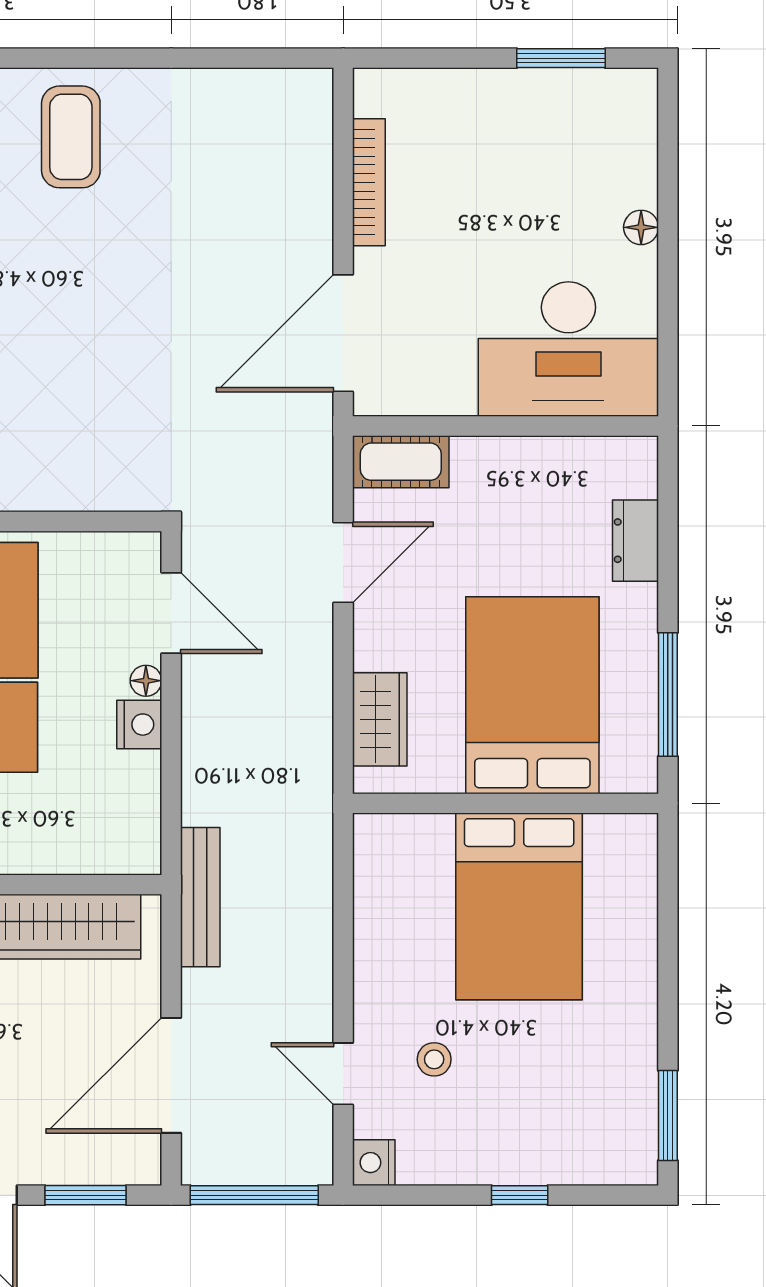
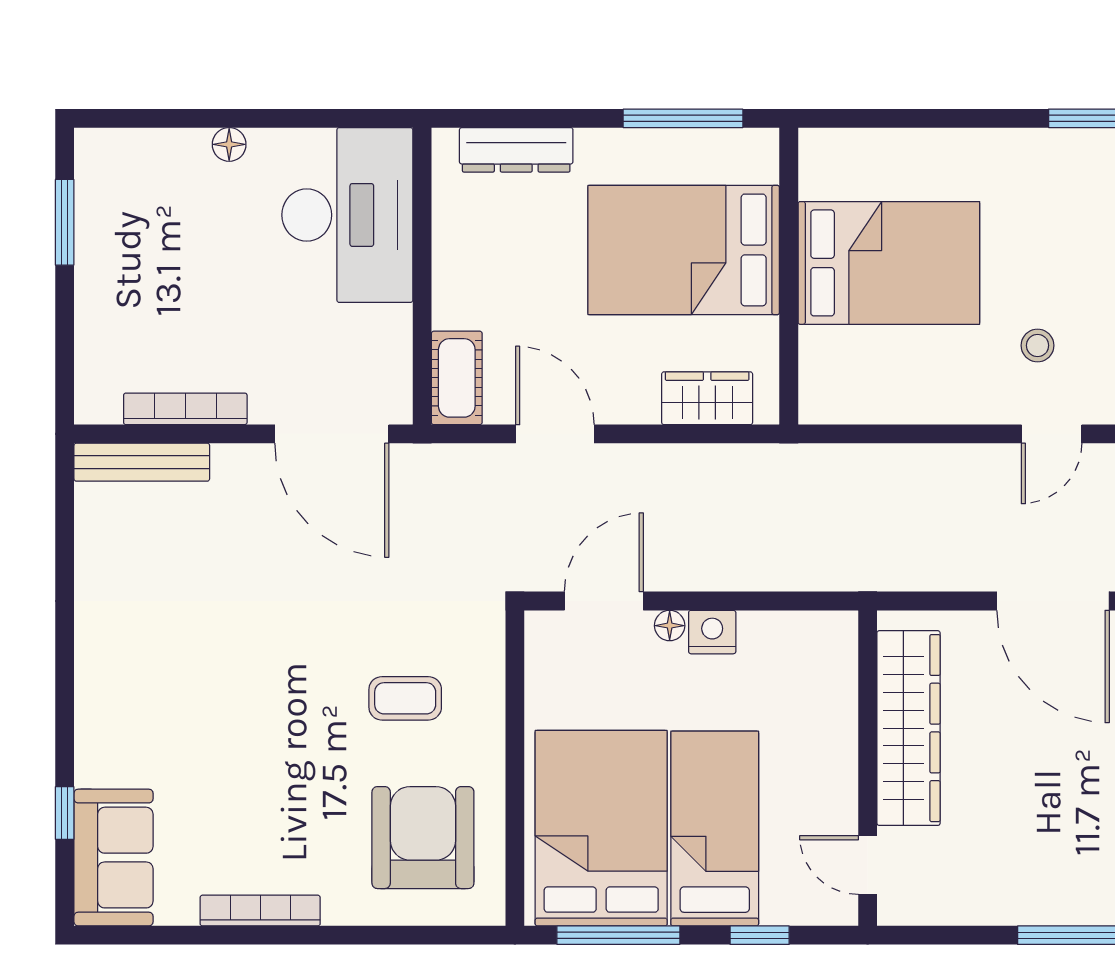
coffee table: (71, 137) -> (405, 698), moved, width x0.73, depth x0.77
dresser: (636, 541) -> (516, 150), width x1.44
bench: (200, 897) -> (142, 462), moved

